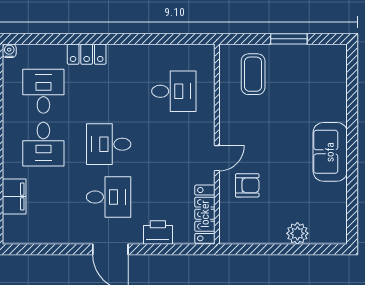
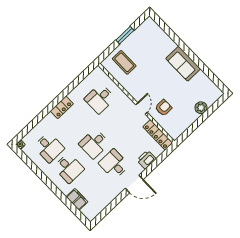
locker: (87, 54) -> (62, 107), moved
desk: (43, 91) -> (49, 147), turned 180
desk: (174, 91) -> (100, 99), turned 180
desk: (109, 197) -> (114, 164), turned -90

